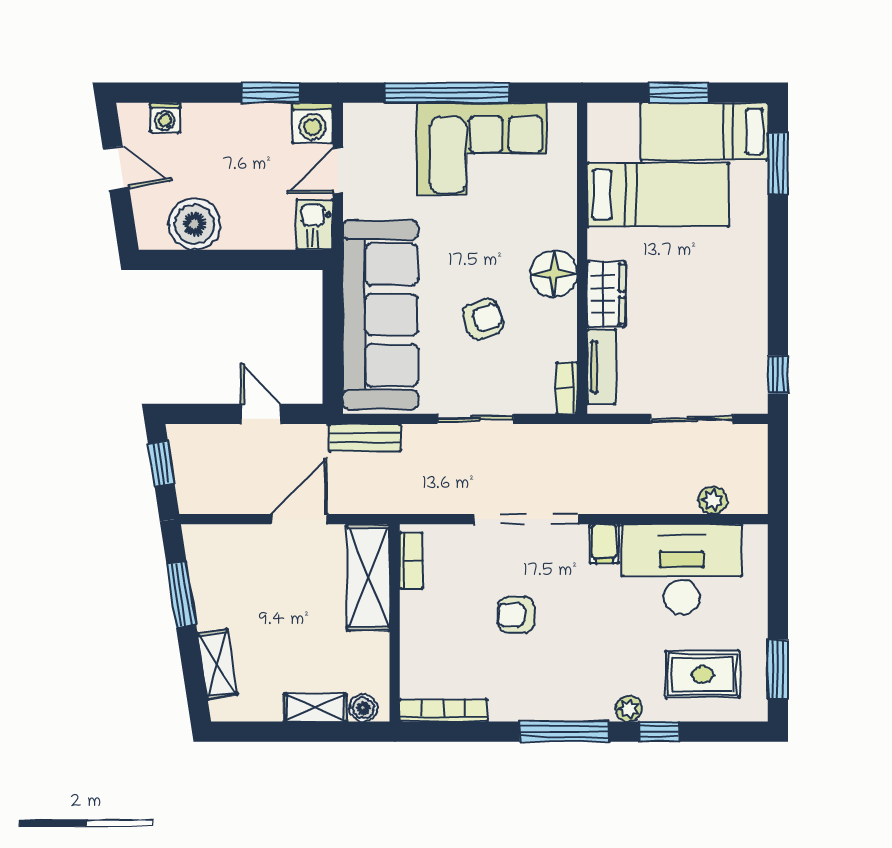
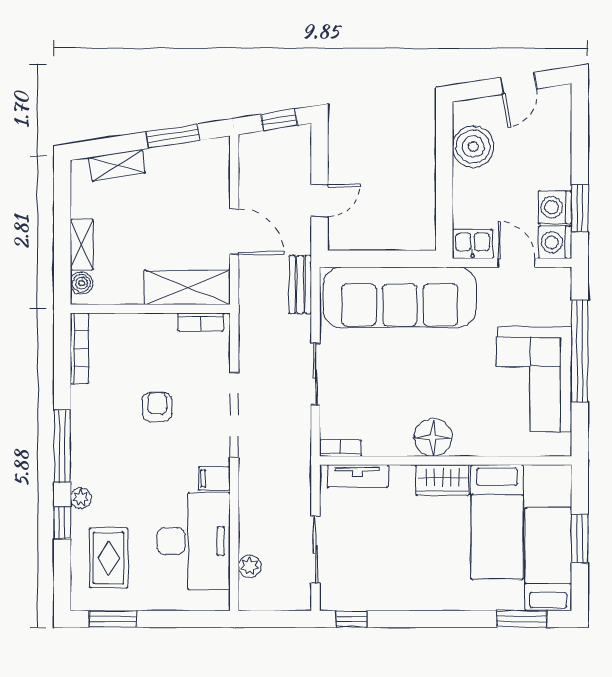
washing machine: (165, 118) -> (555, 207), moved, width x1.38, depth x1.38
wardrobe: (606, 294) -> (442, 480), moved
armchair: (483, 319) -> (396, 380), removed

